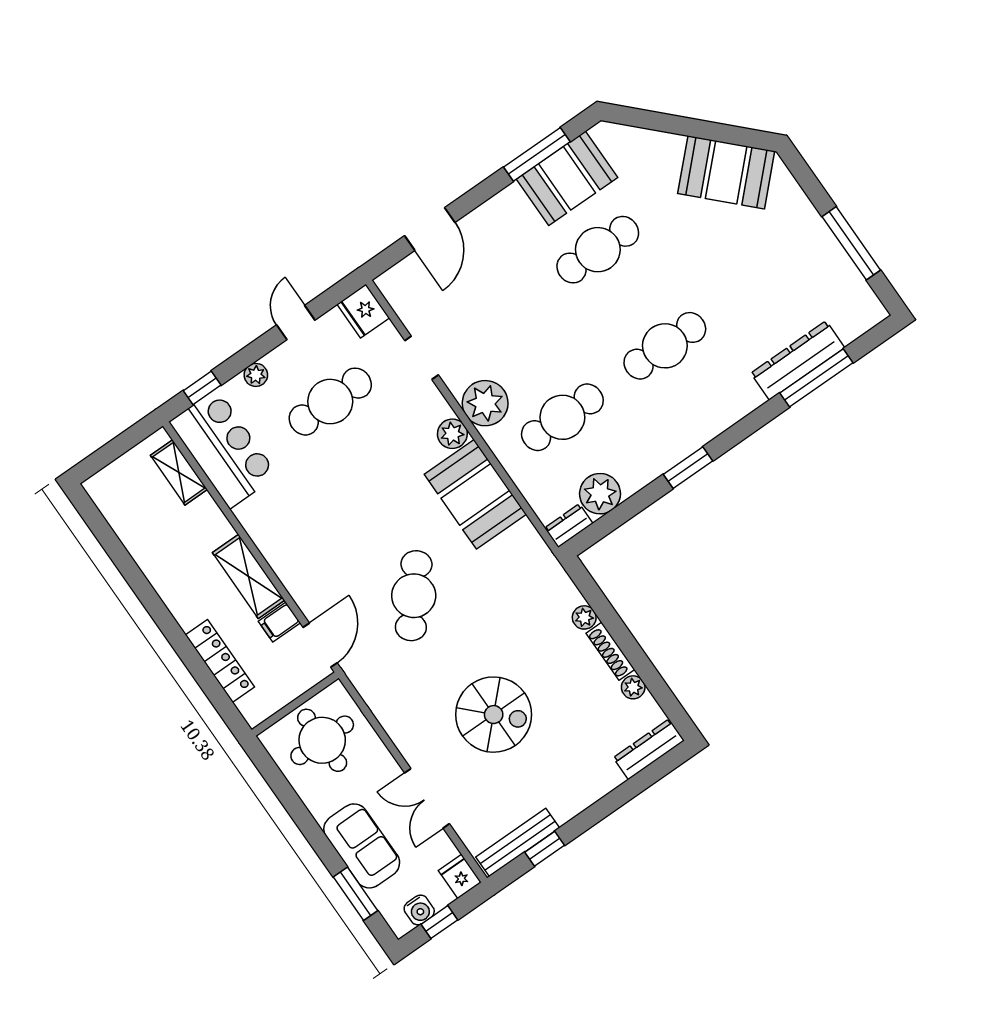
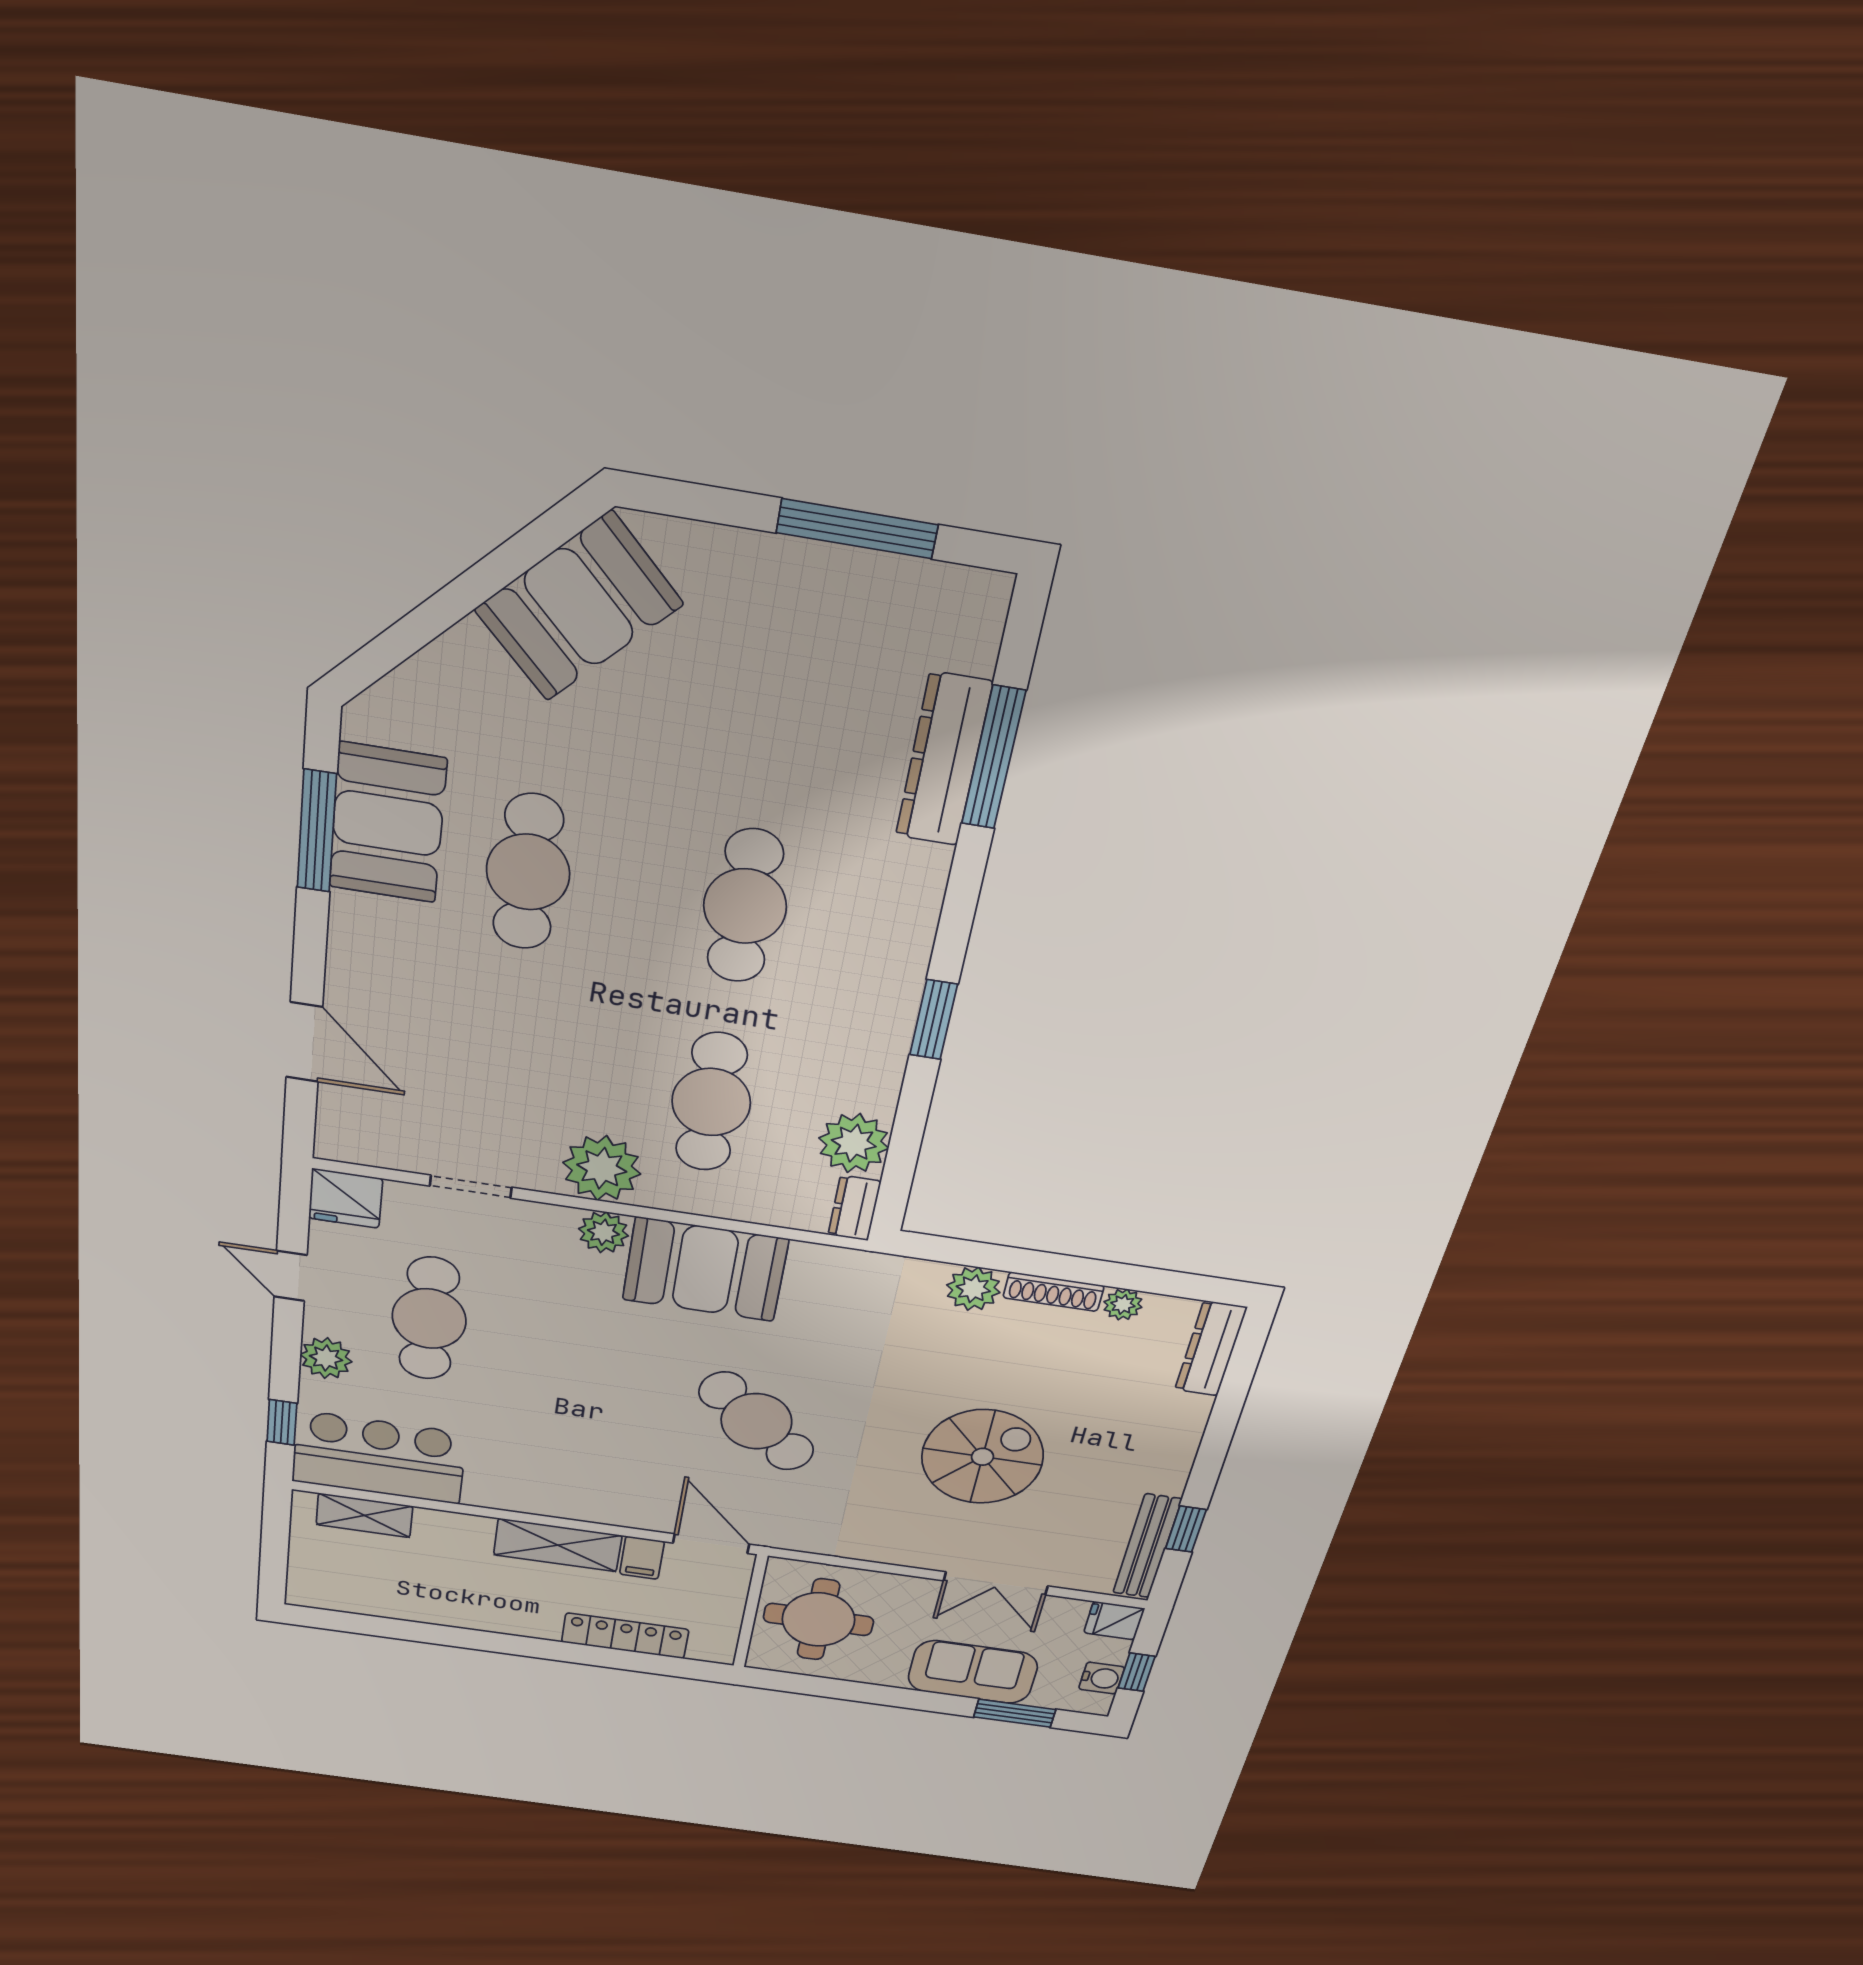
plant: (256, 375) -> (326, 1358), width x1.38, depth x1.38
plant: (584, 617) -> (973, 1289), width x1.38, depth x1.38

